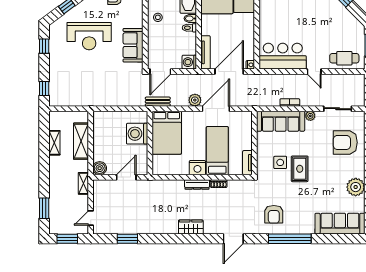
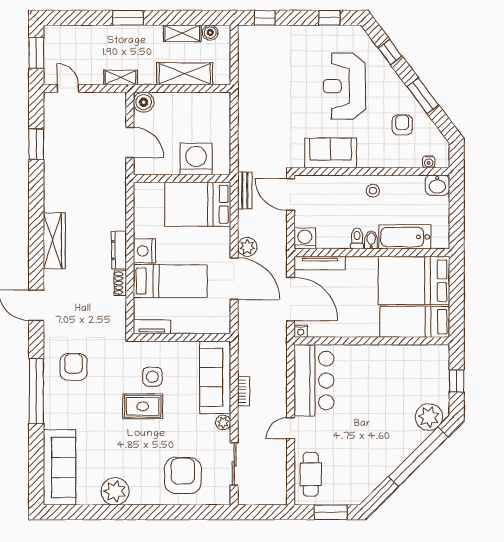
boiler: (54, 124) -> (210, 33), added
window: (44, 208) -> (128, 18), moved
armchair: (274, 214) -> (74, 367), turned 90
wardrobe: (191, 227) -> (54, 241), width x1.50

